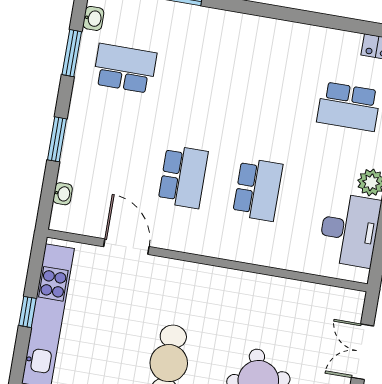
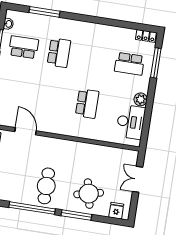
school desk: (183, 177) -> (59, 53), moved

